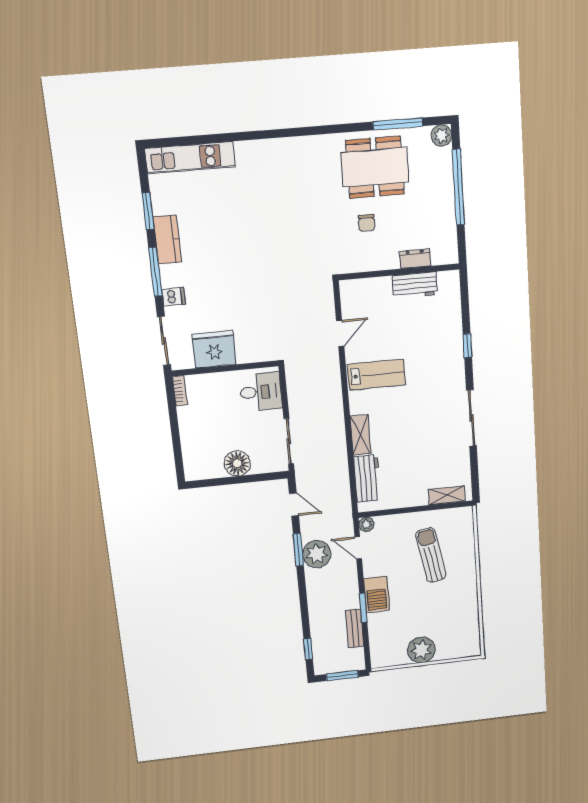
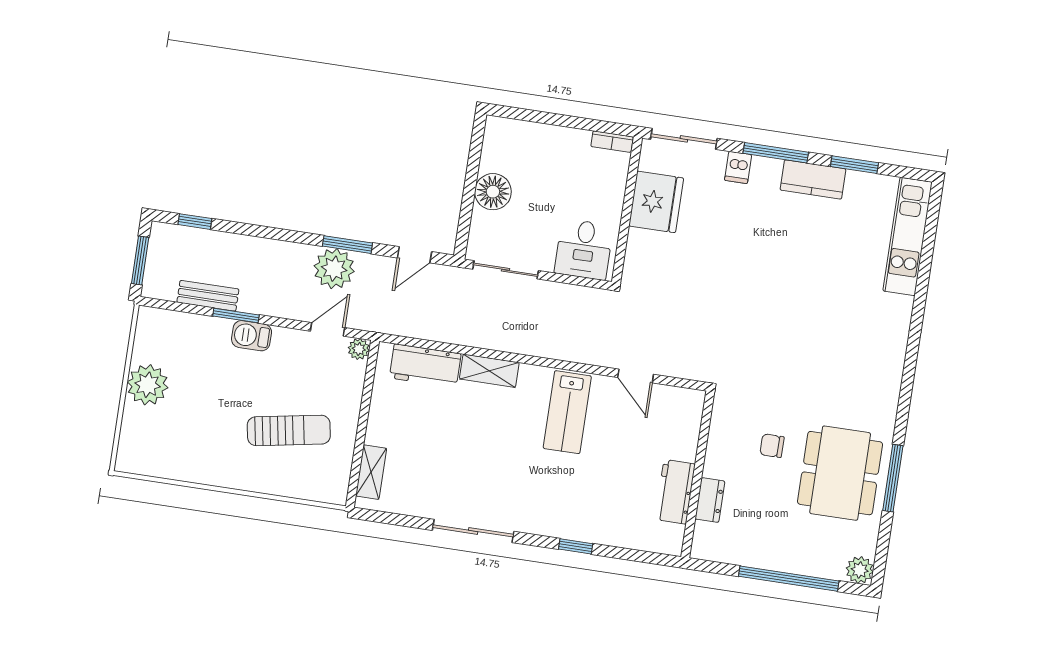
window: (398, 124) -> (893, 478), moved
barbecue: (377, 594) -> (252, 336), width x0.73, depth x0.79

